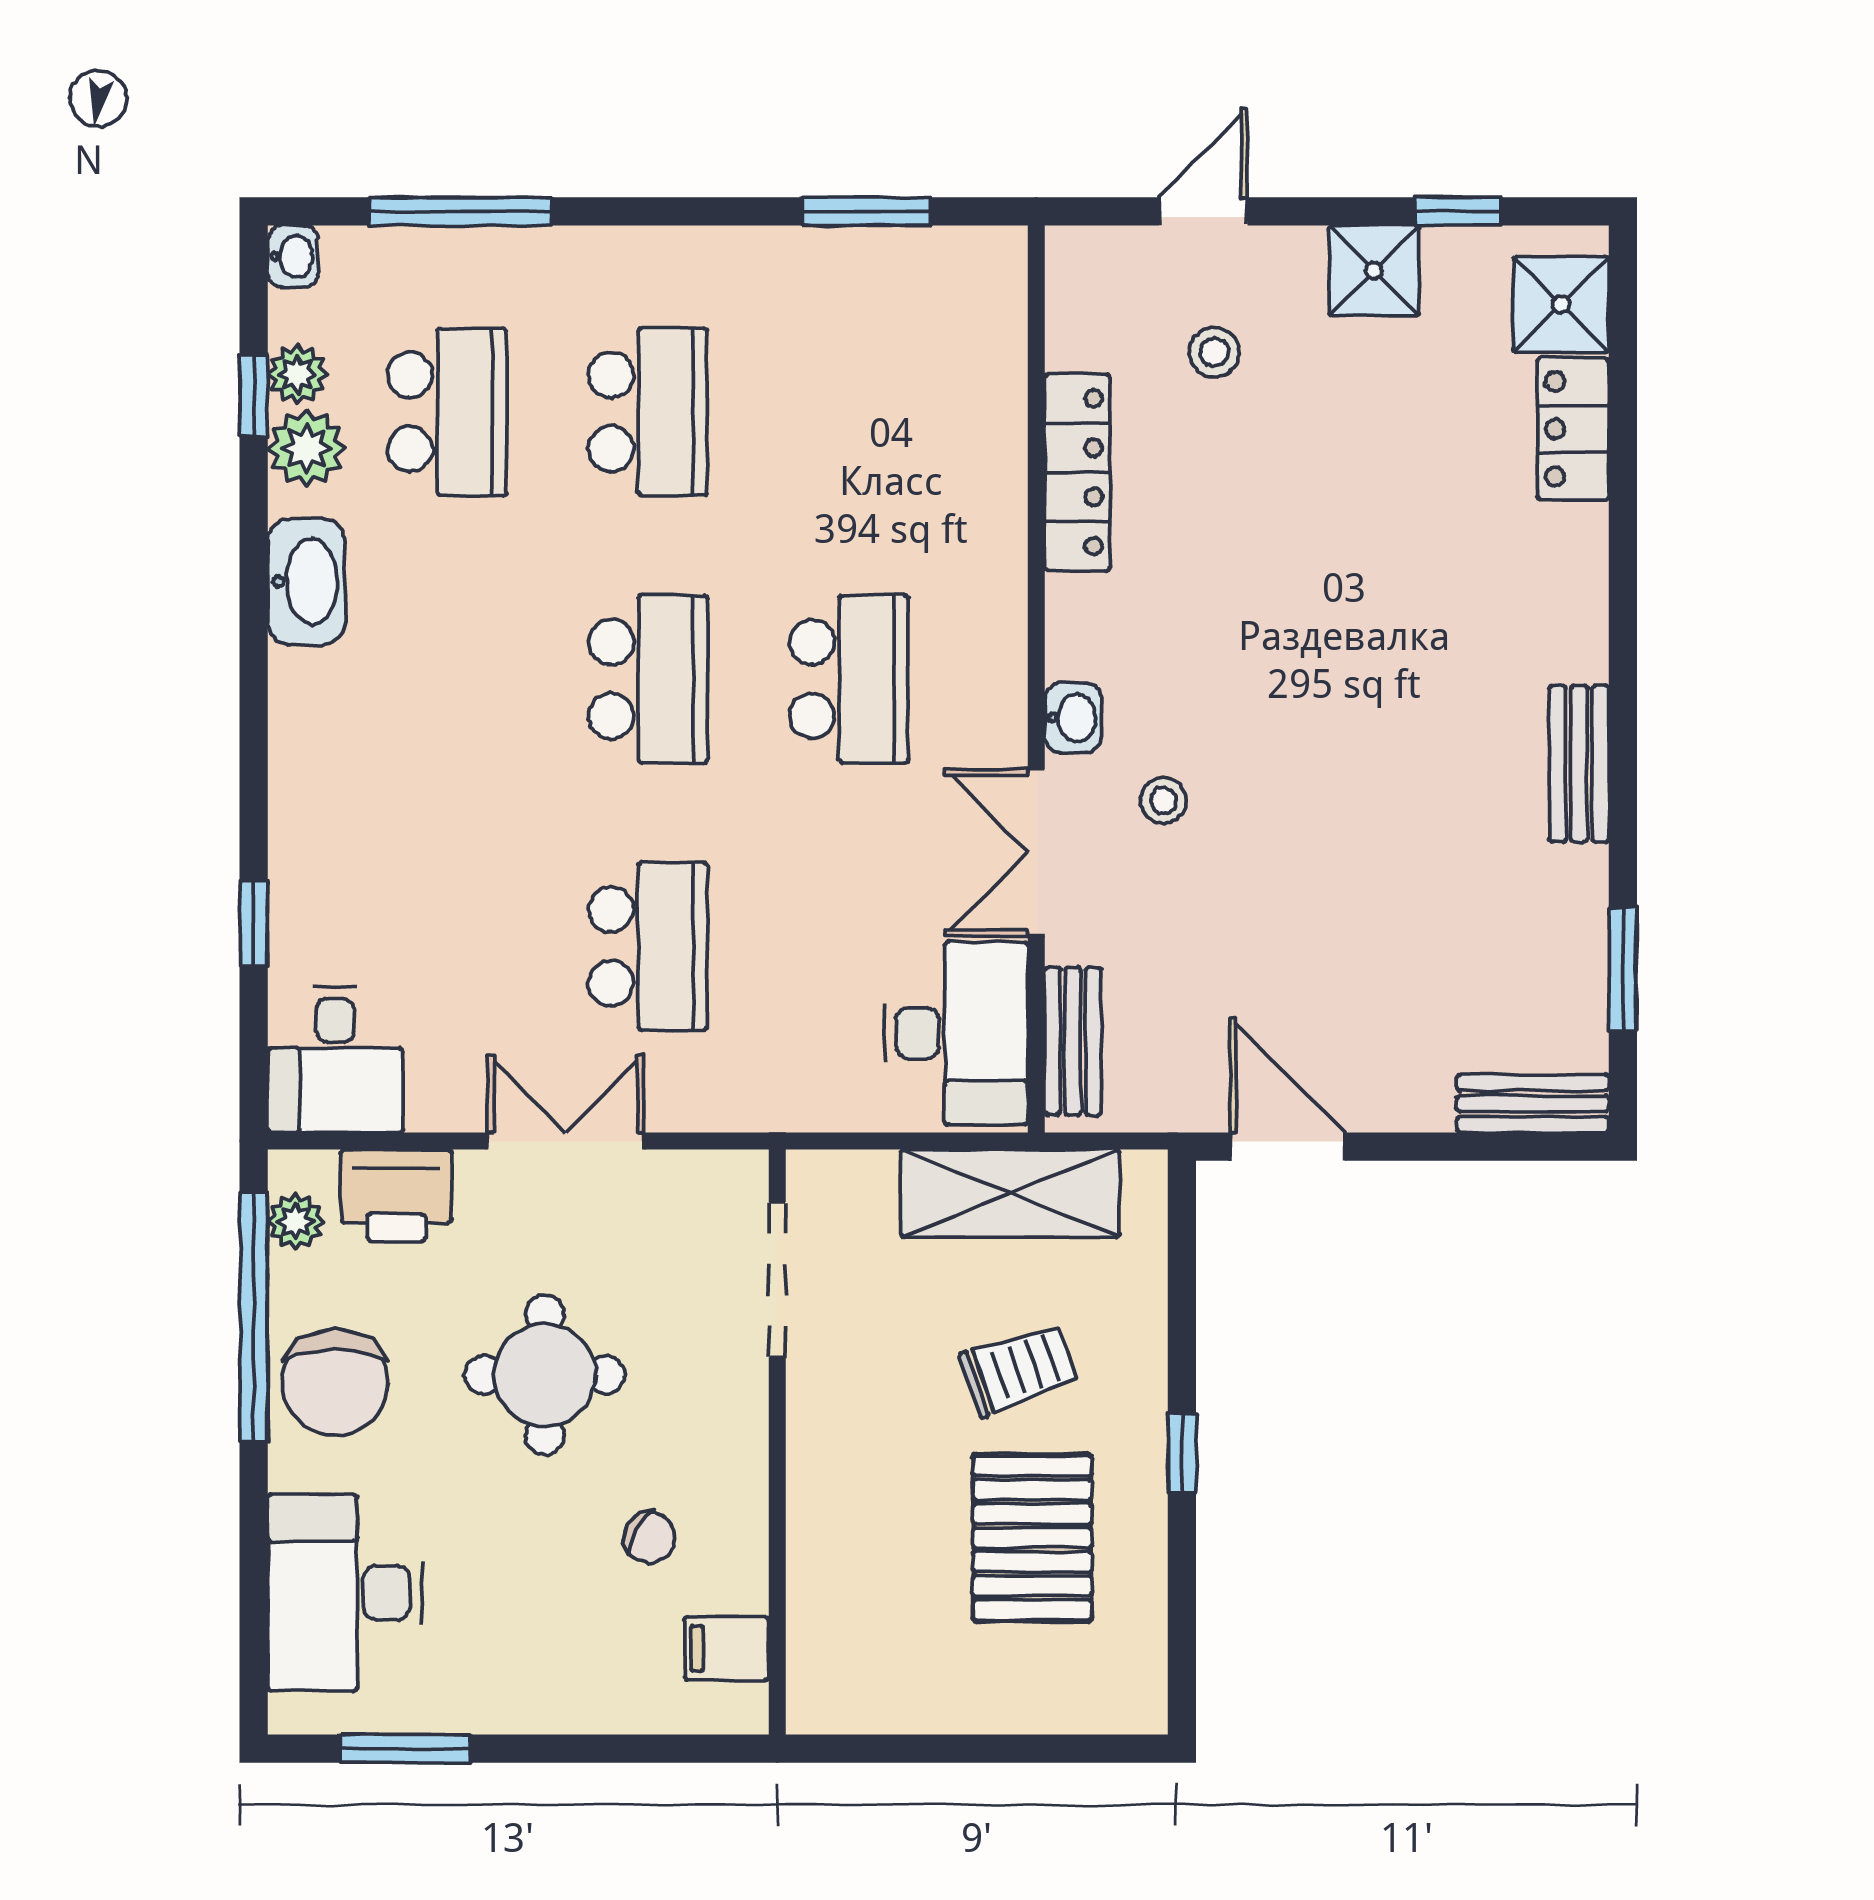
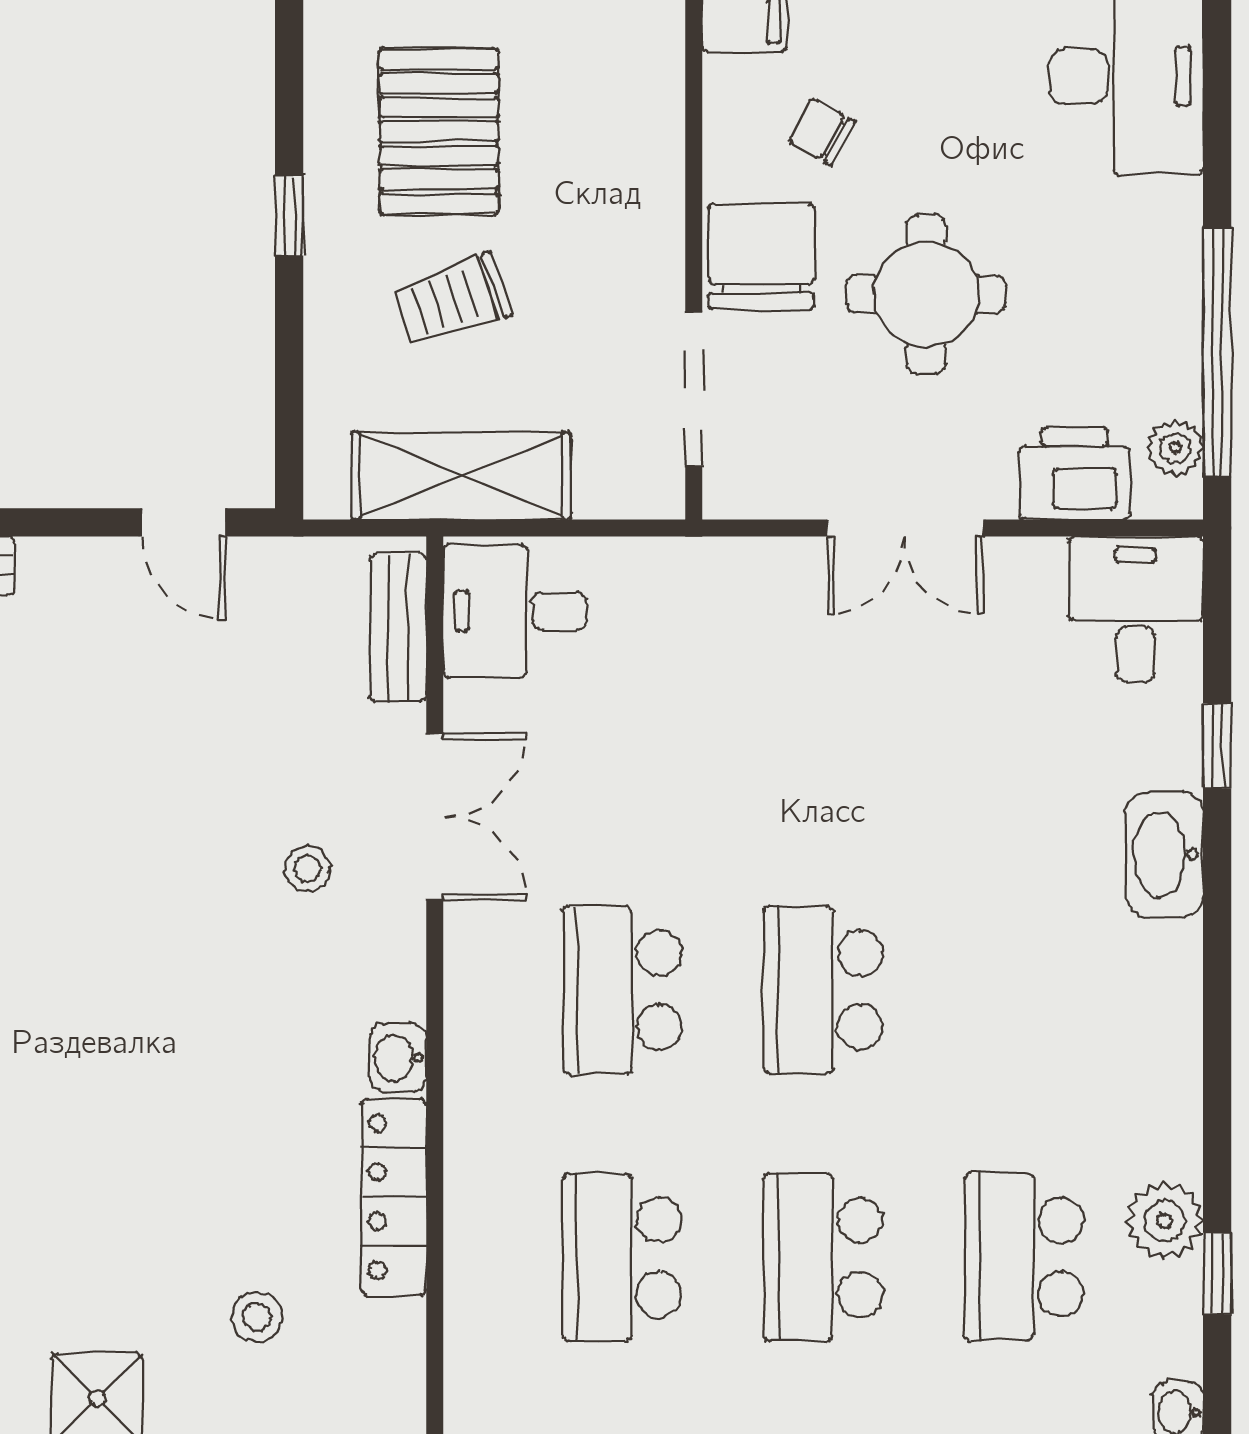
plant: (297, 374) -> (1173, 1295), removed
washbasin: (306, 581) -> (1165, 854), moved
washbasin: (1073, 718) -> (398, 1058), moved
school desk: (648, 946) -> (622, 1257), moved
desk: (956, 1033) -> (515, 611), width x0.73
door: (1287, 1147) -> (184, 522), width x0.73
chair: (335, 1382) -> (761, 257), moved

